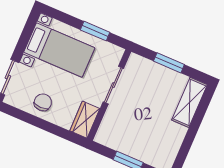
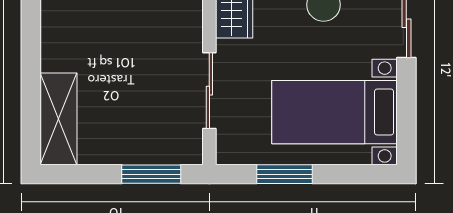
window: (169, 63) -> (151, 174), moved

